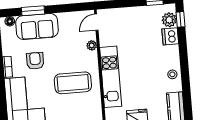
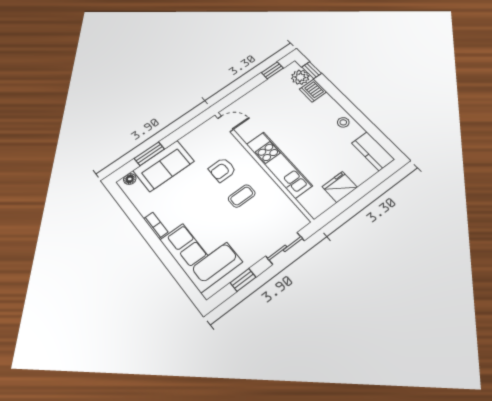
door: (96, 22) -> (226, 124), swing flipped
plant: (92, 45) -> (236, 148), removed
armchair: (35, 61) -> (222, 170), moved, turned -90
coffee table: (73, 83) -> (242, 196), width x0.54, depth x0.58

